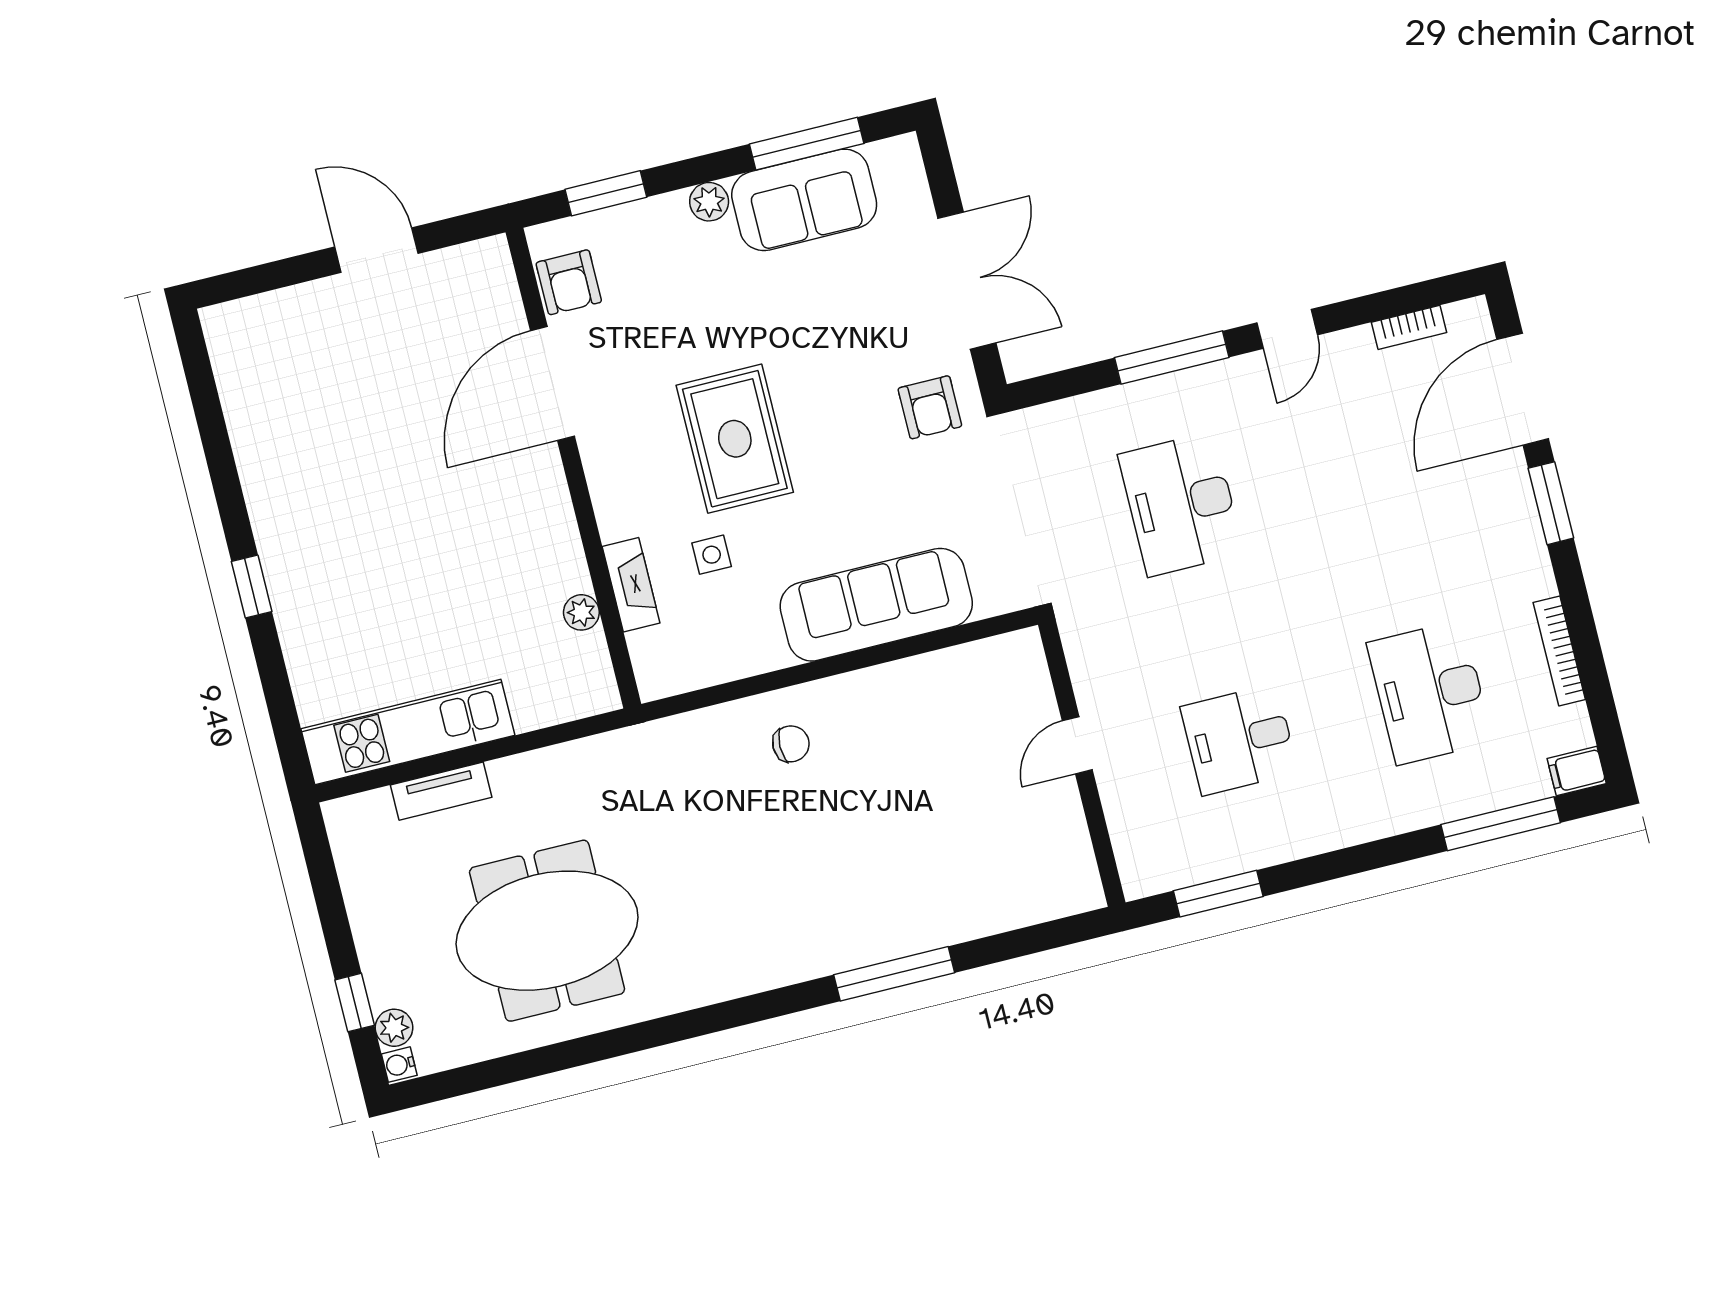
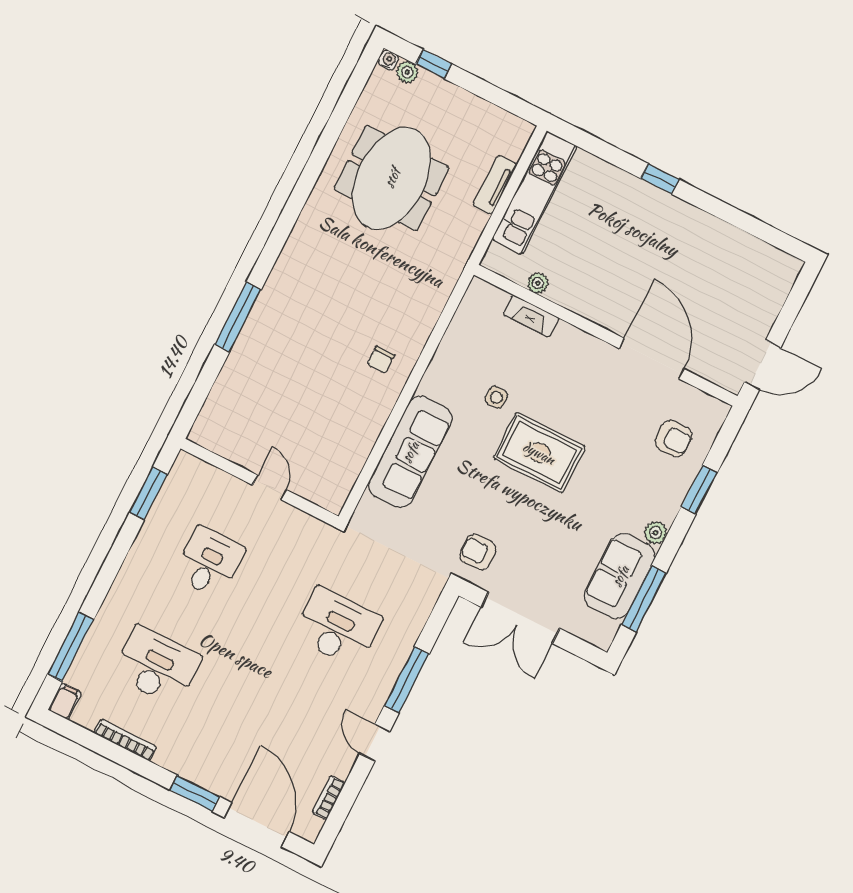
armchair: (569, 282) -> (674, 439), turned 180
door: (552, 383) -> (652, 359), moved
wall: (573, 468) -> (606, 335), moved
fireplace: (631, 585) -> (531, 316), moved
plant: (581, 612) -> (538, 283), moved

